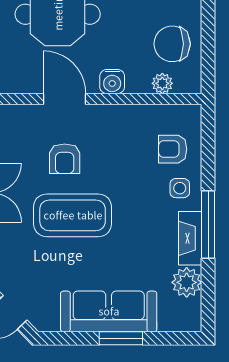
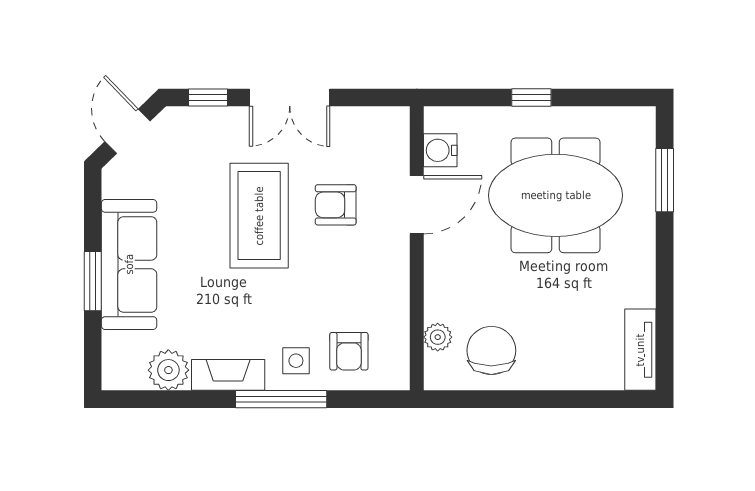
water cooler: (112, 82) -> (440, 150), moved
armchair: (173, 149) -> (349, 351), turned 180
window: (208, 224) -> (281, 399), moved

